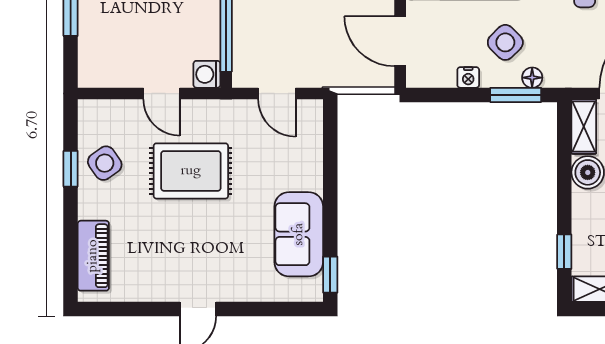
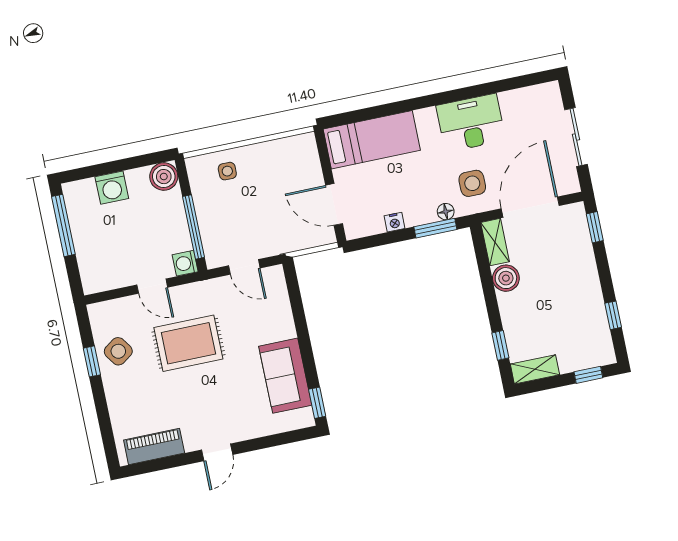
side table: (505, 42) -> (472, 183), moved, turned 45
piano: (93, 256) -> (154, 446), moved, turned -90

